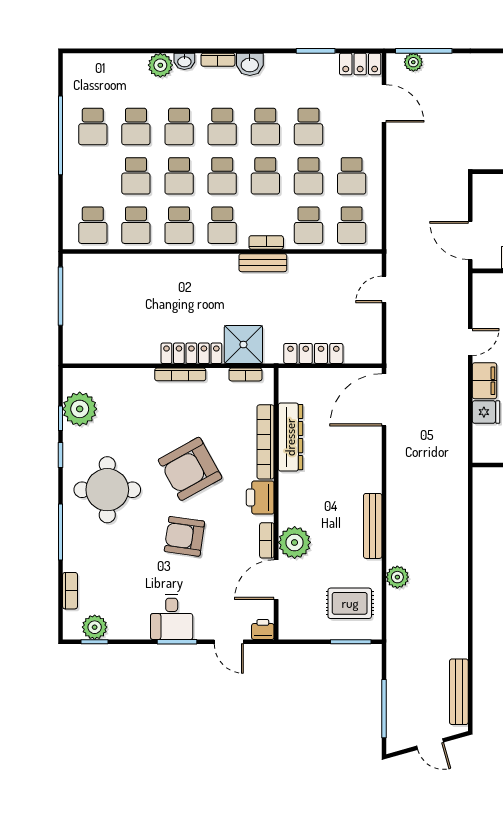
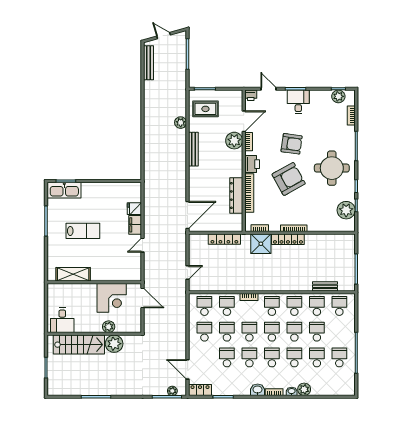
bench: (263, 263) -> (325, 286), moved

